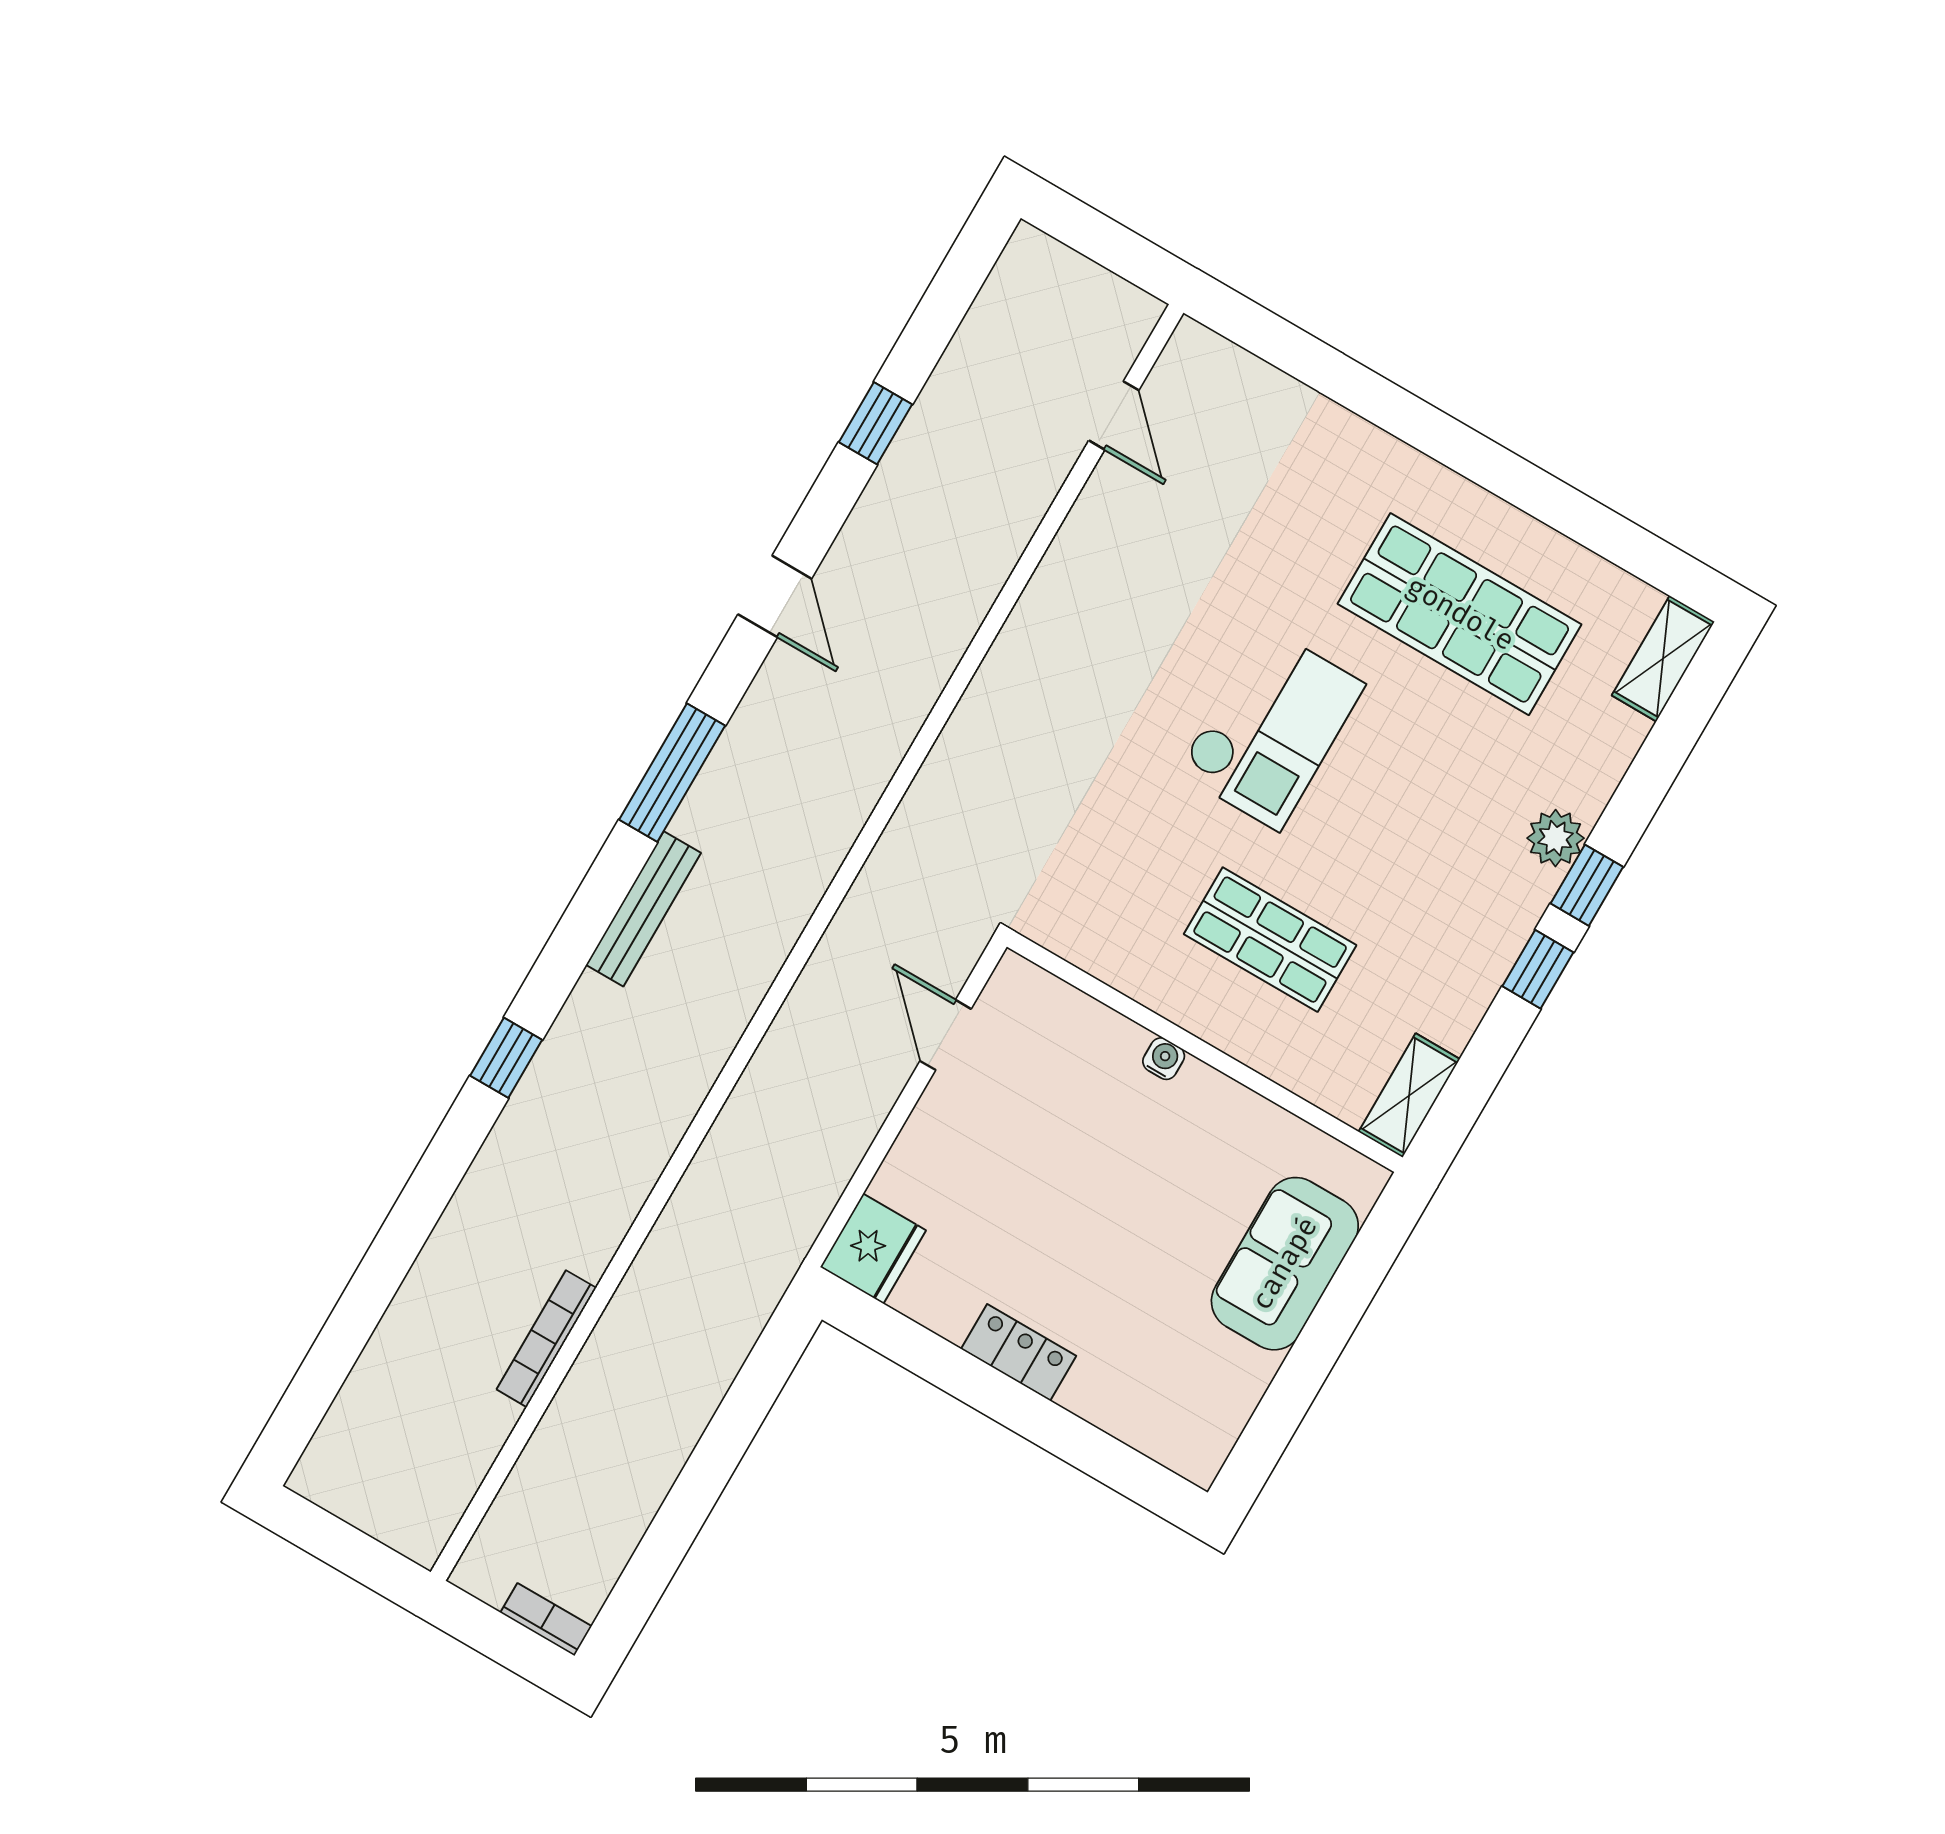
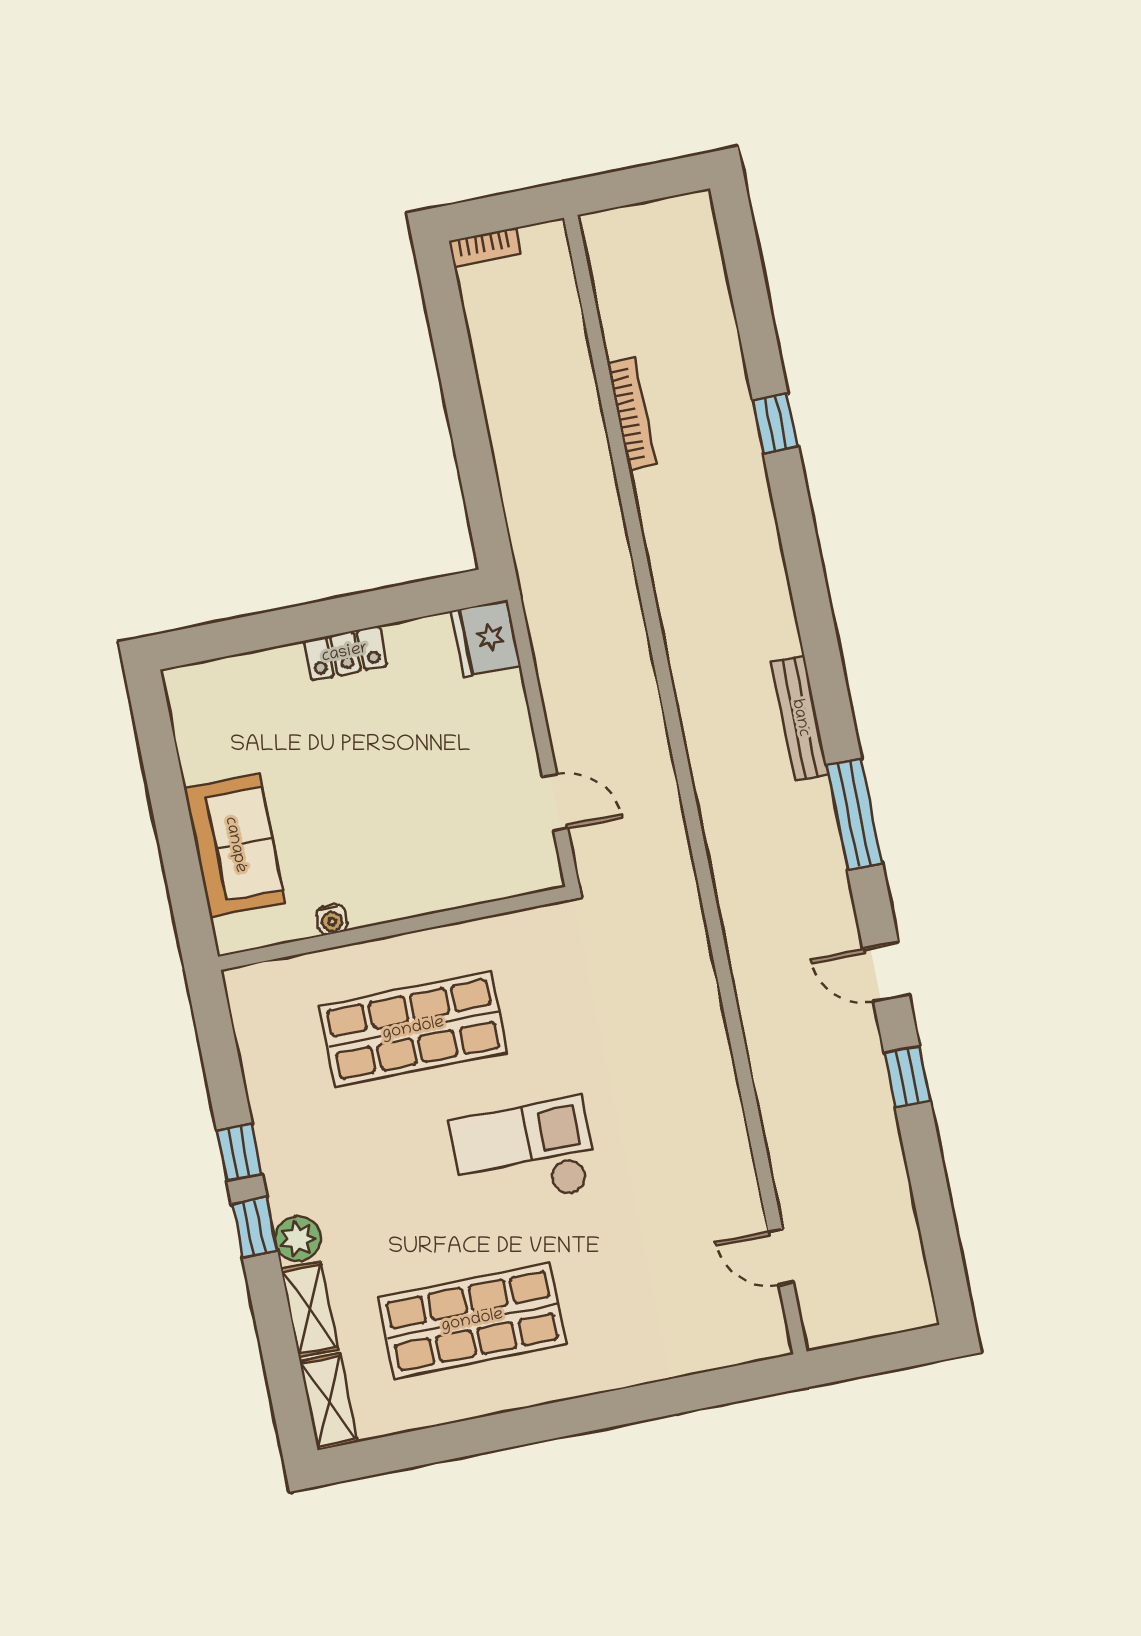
window: (876, 423) -> (907, 1077), moved
checkout: (1271, 728) -> (524, 1155), turned 90
shop shelf: (1270, 940) -> (413, 1029), width x1.43, depth x1.36
window: (506, 1058) -> (776, 423), moved
water cooler: (1164, 1059) -> (332, 919), moved
shelving: (1409, 1095) -> (310, 1309), moved

